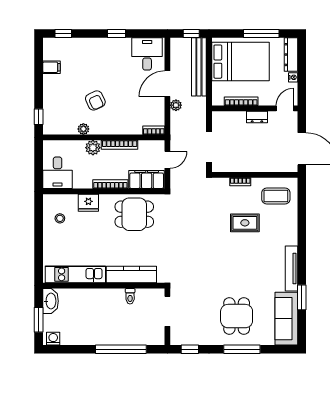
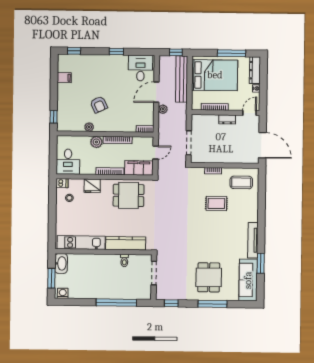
dishwasher: (50, 200) -> (62, 183), added

